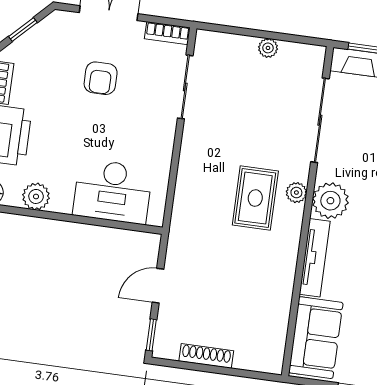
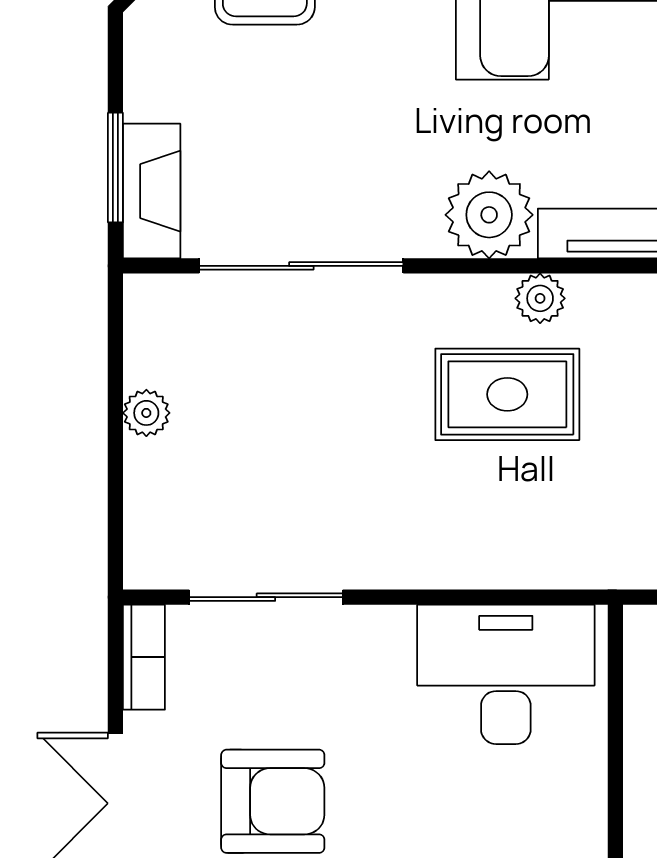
armchair: (101, 78) -> (273, 801), width x1.38, depth x1.38
desk: (113, 191) -> (506, 674), moved, turned -90
plant: (296, 193) -> (540, 298), moved

